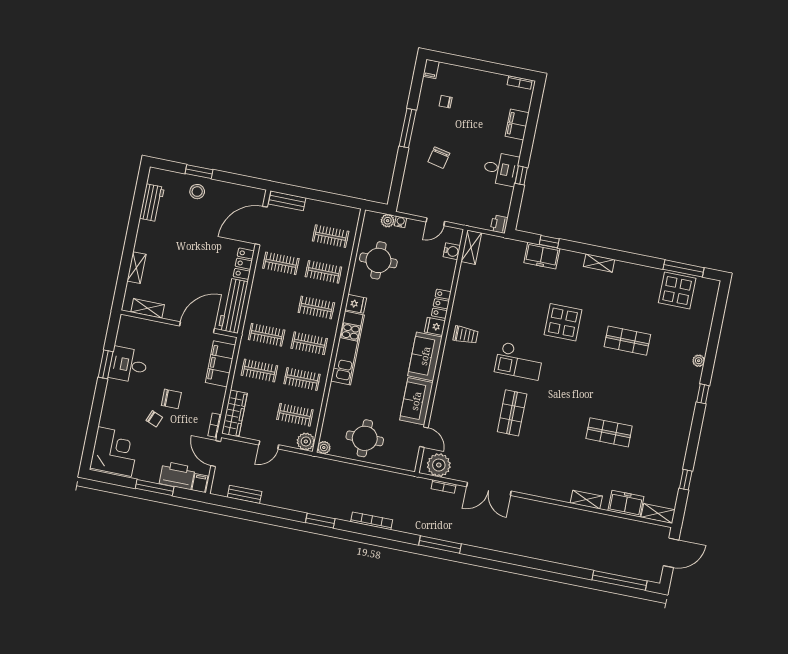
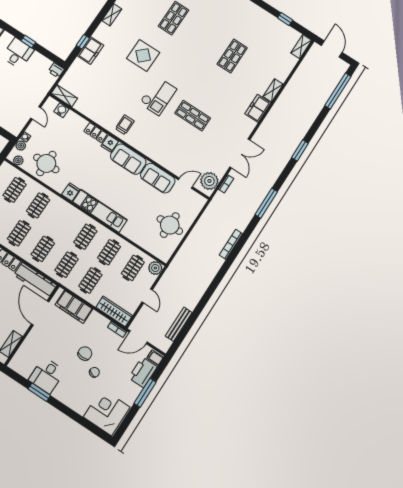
clothes rail: (316, 308) -> (43, 249), moved
plant: (324, 448) -> (18, 160), moved
bench: (245, 494) -> (179, 324), width x1.36
freezer: (626, 504) -> (258, 108), moved
window: (320, 521) -> (300, 150), moved

